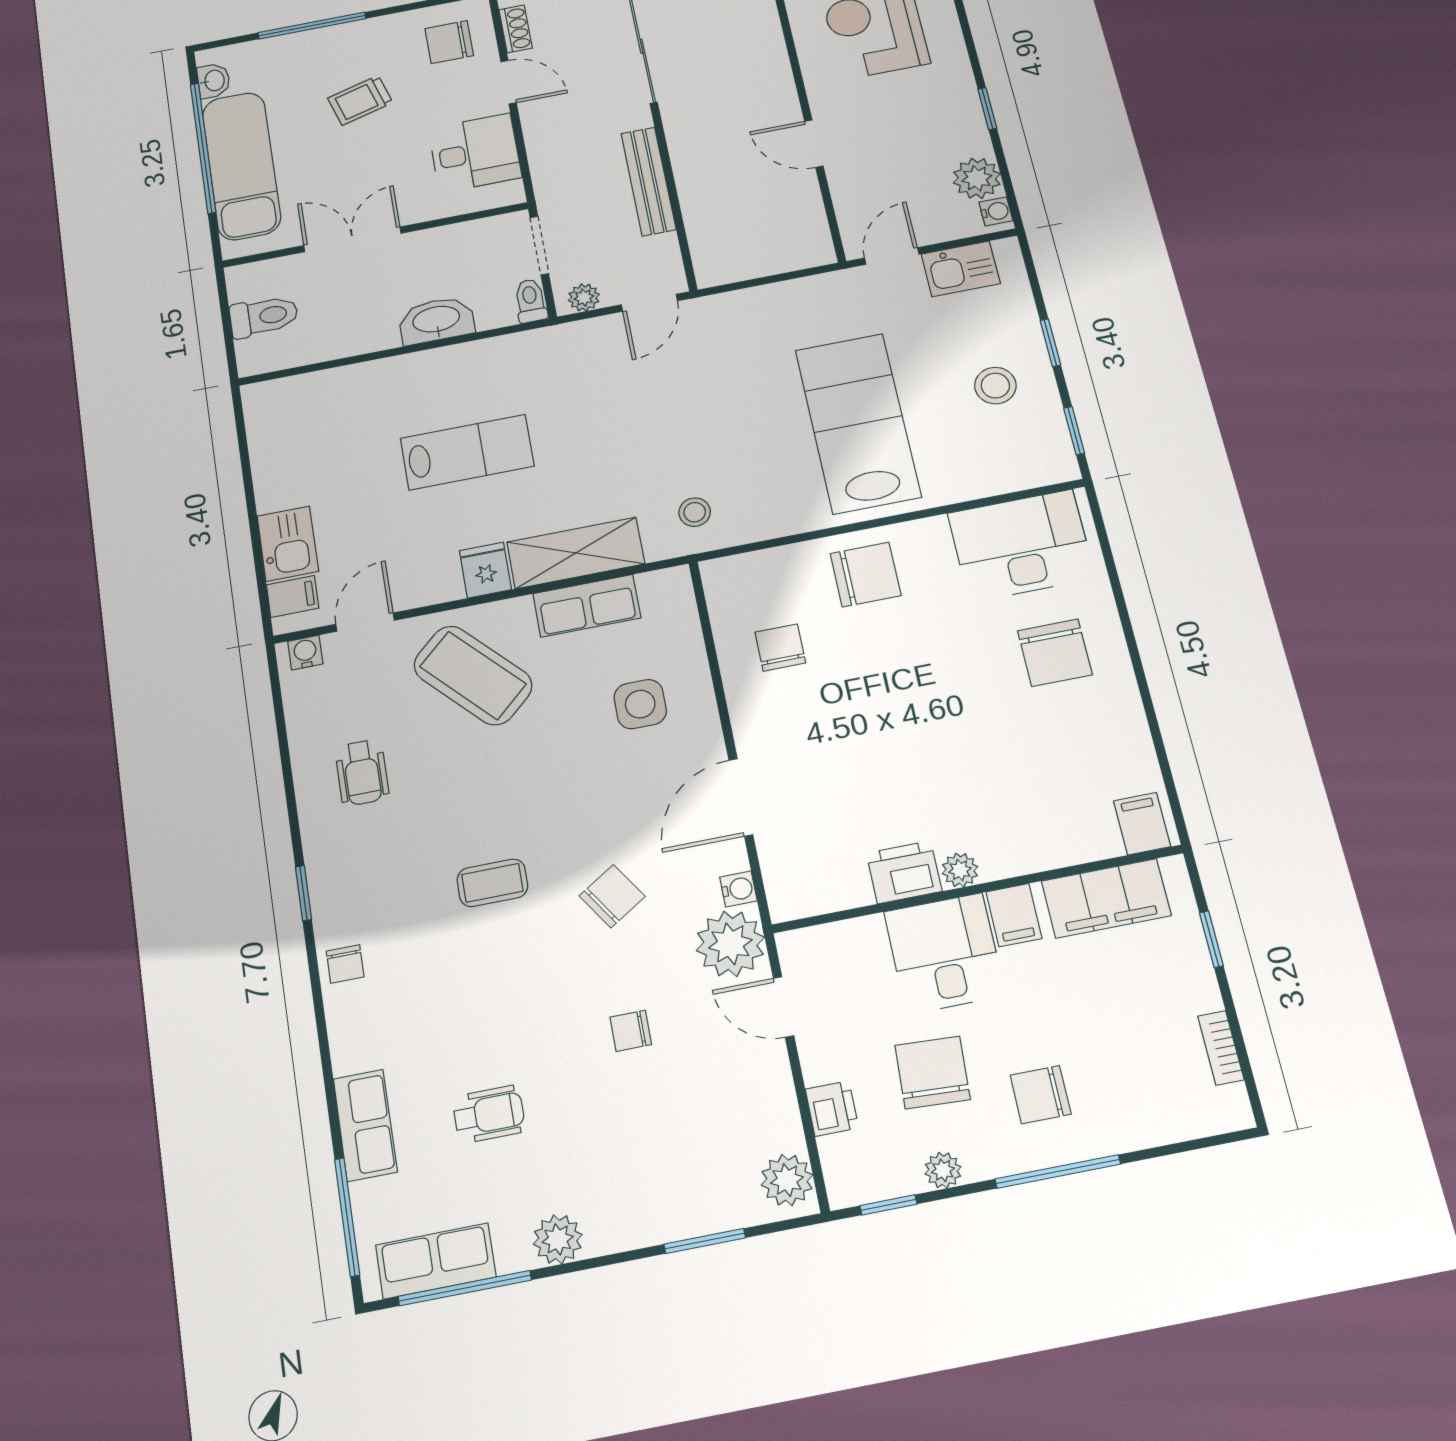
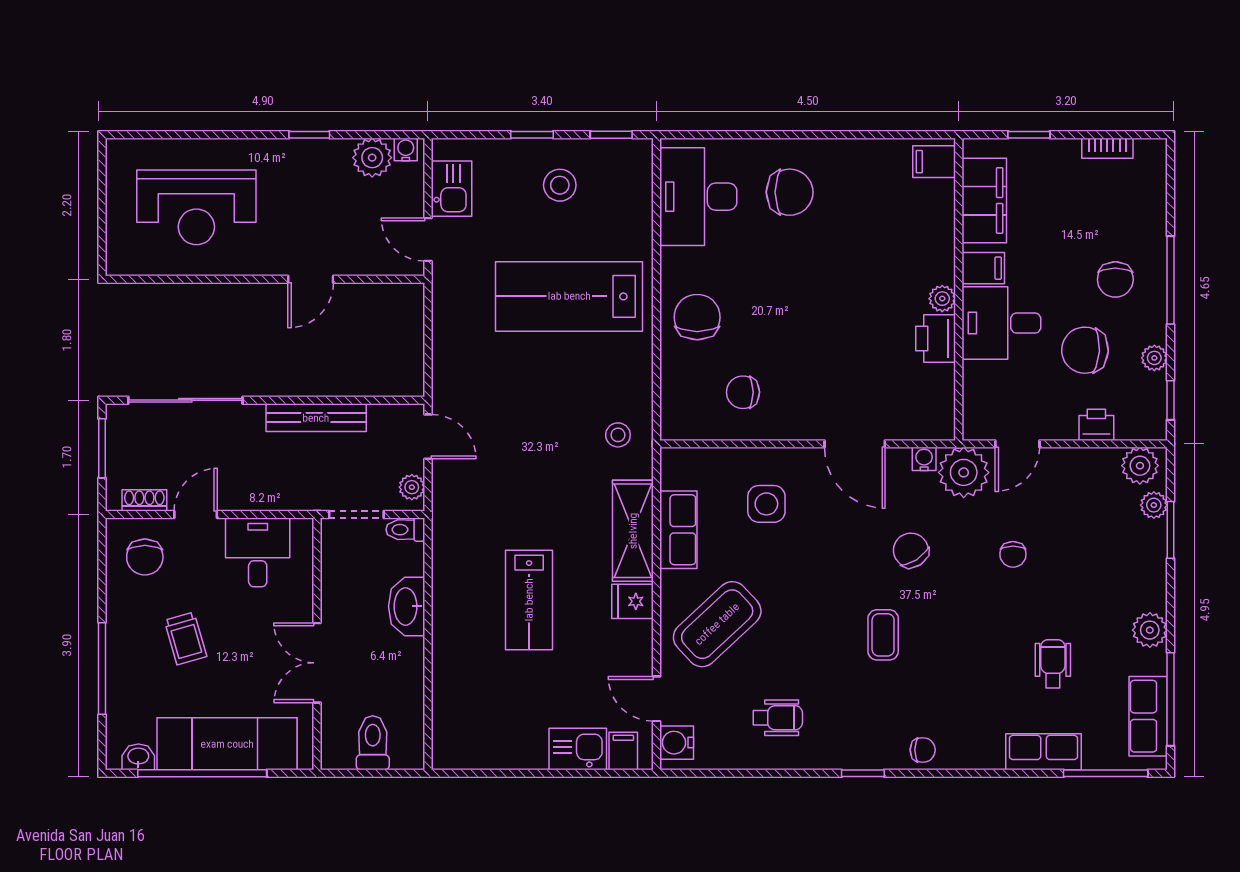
lab bench: (467, 452) -> (529, 600), turned 180
water cooler: (305, 653) -> (677, 743), width x1.38, depth x1.38
plant: (735, 1210) -> (1154, 505), added

